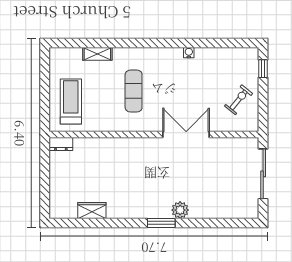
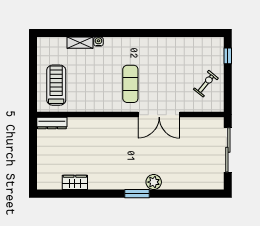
water cooler: (189, 53) -> (98, 42), moved
exercise mat: (134, 91) -> (130, 84), moved
double door: (186, 134) -> (159, 115), swing flipped
dresser: (61, 144) -> (52, 123), width x1.44

